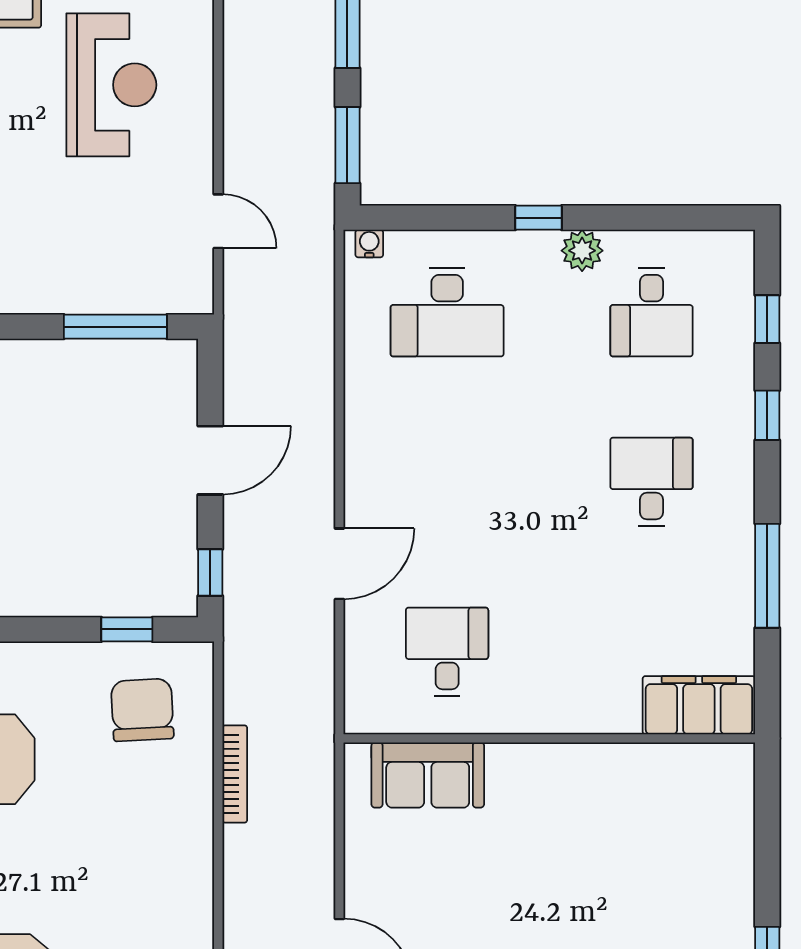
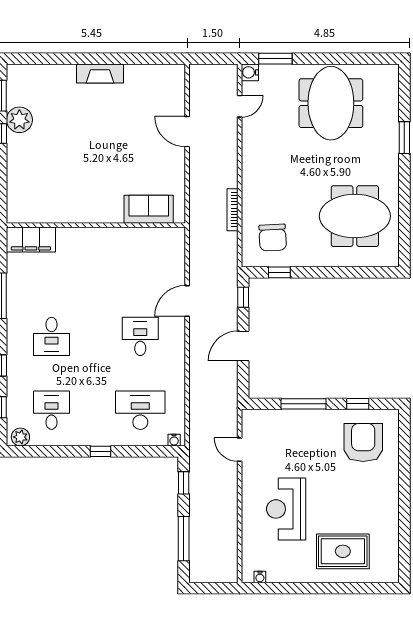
window: (347, 145) -> (184, 483), width x0.67
plant: (582, 251) -> (20, 437), moved
window: (115, 327) -> (304, 404), moved
desk: (447, 652) -> (140, 336), moved, turned 180

